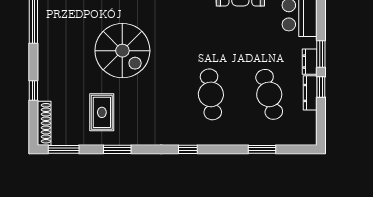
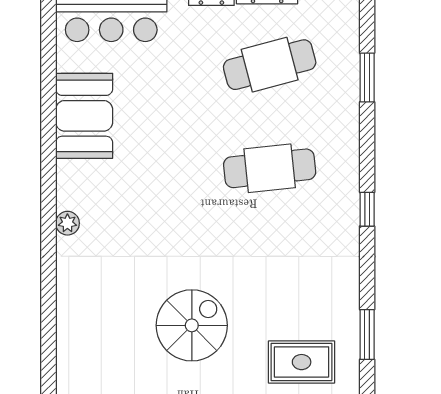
spiral stairs: (122, 51) -> (192, 325), width x0.73, depth x0.73

